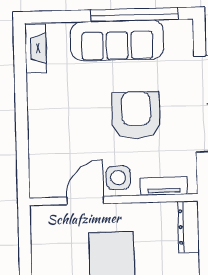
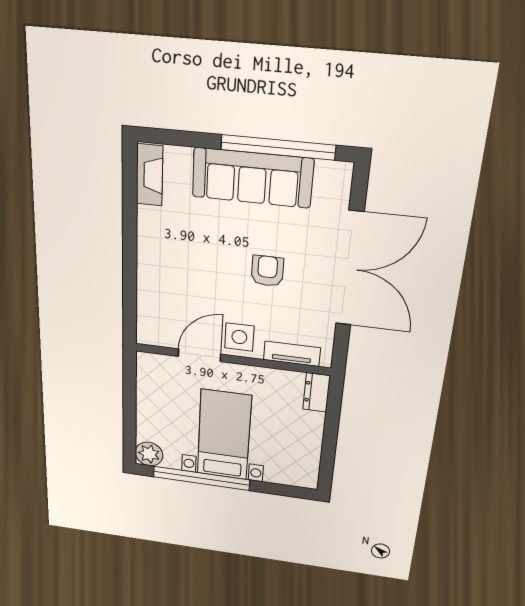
armchair: (136, 115) -> (267, 271), width x0.53, depth x0.53
dresser: (189, 227) -> (317, 392), width x0.70

